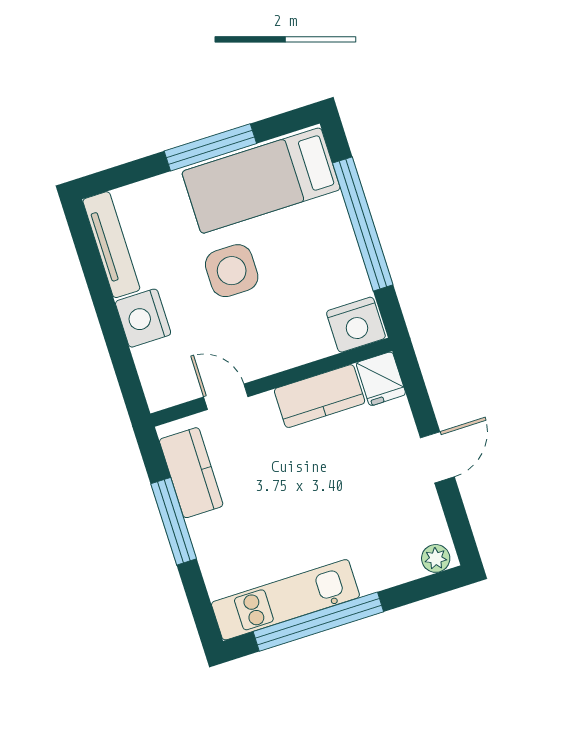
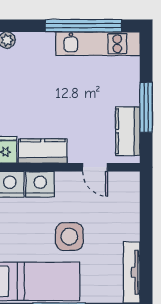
nightstand: (143, 318) -> (40, 184), moved, turned -90

